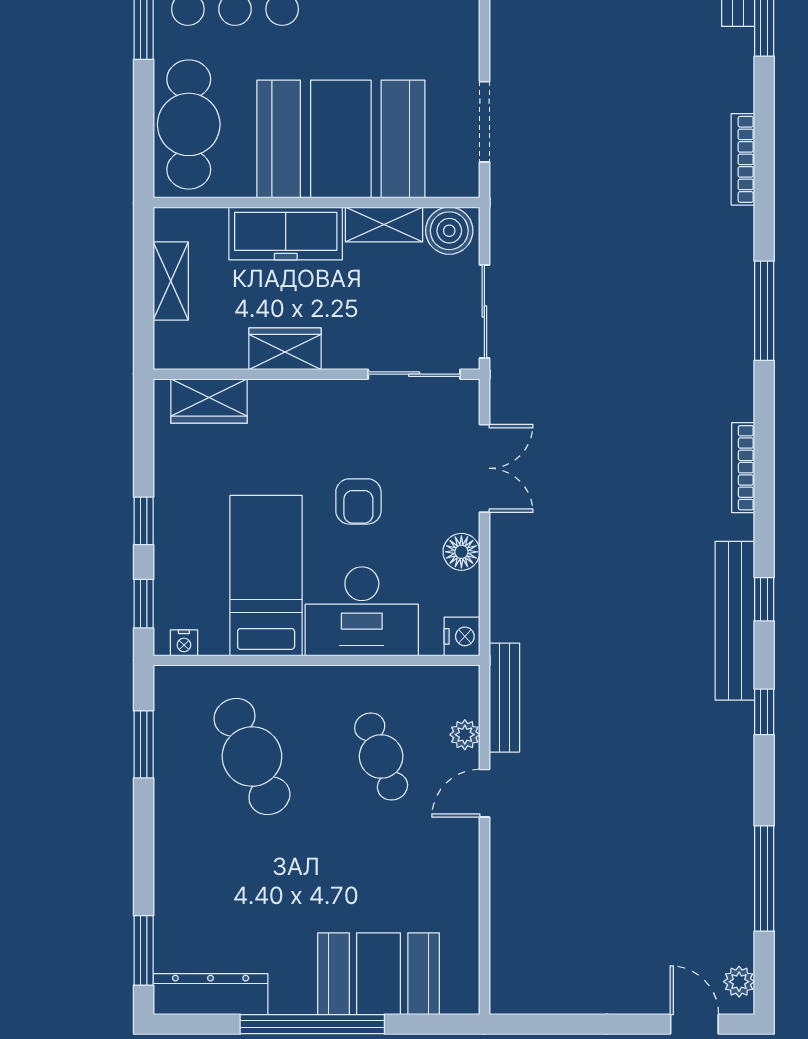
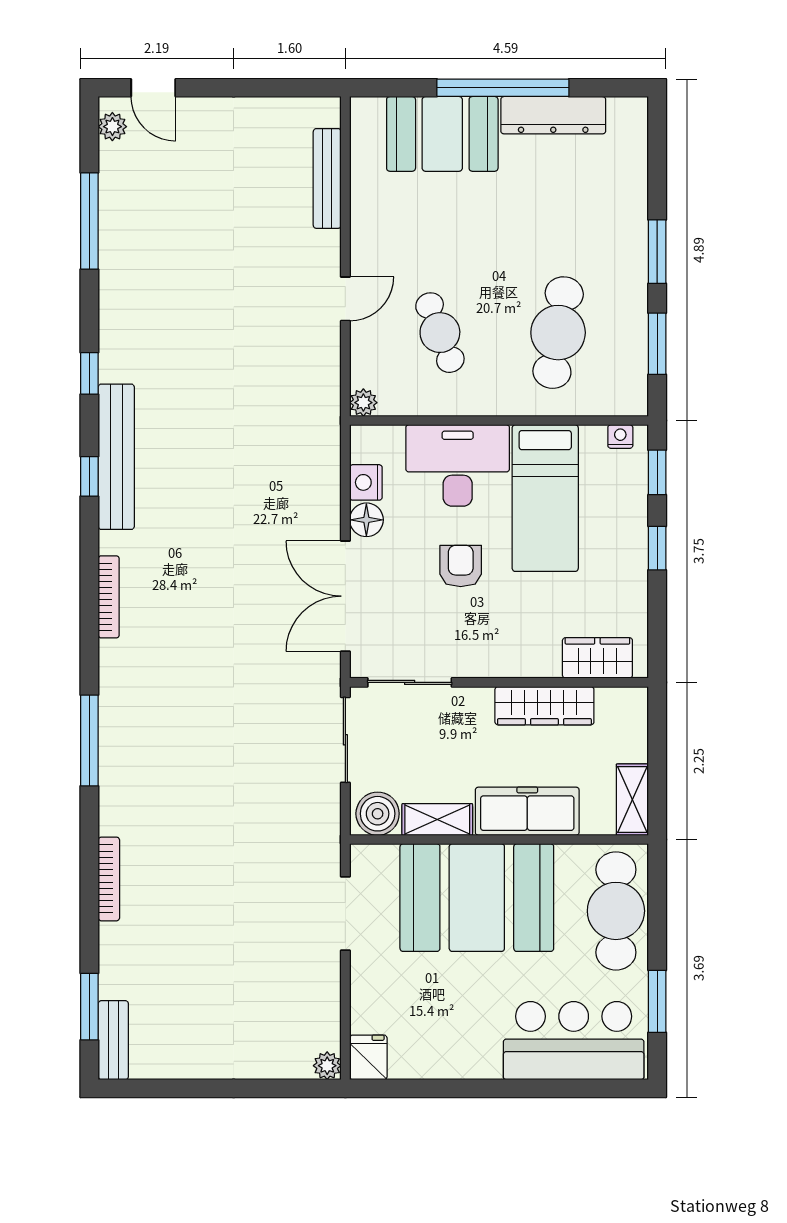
shelving: (171, 281) -> (632, 800), moved
wardrobe: (285, 349) -> (544, 706), width x1.50
double door: (484, 468) -> (345, 596), width x1.37
nightstand: (462, 636) -> (366, 482), moved
bench: (504, 698) -> (327, 178), moved
plant: (465, 735) -> (363, 403), moved
cafe table: (252, 757) -> (558, 333), turned 33
window: (144, 950) -> (657, 252), moved
dresser: (211, 994) -> (553, 115), moved

